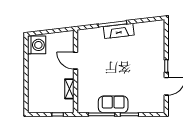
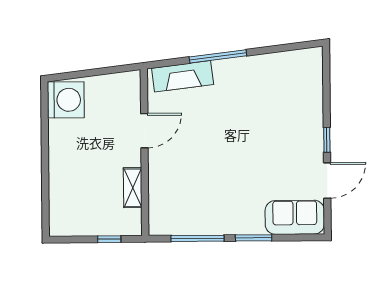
fireplace: (119, 31) -> (183, 76), moved
door: (76, 61) -> (144, 131), swing flipped
sofa: (113, 104) -> (295, 217), moved

